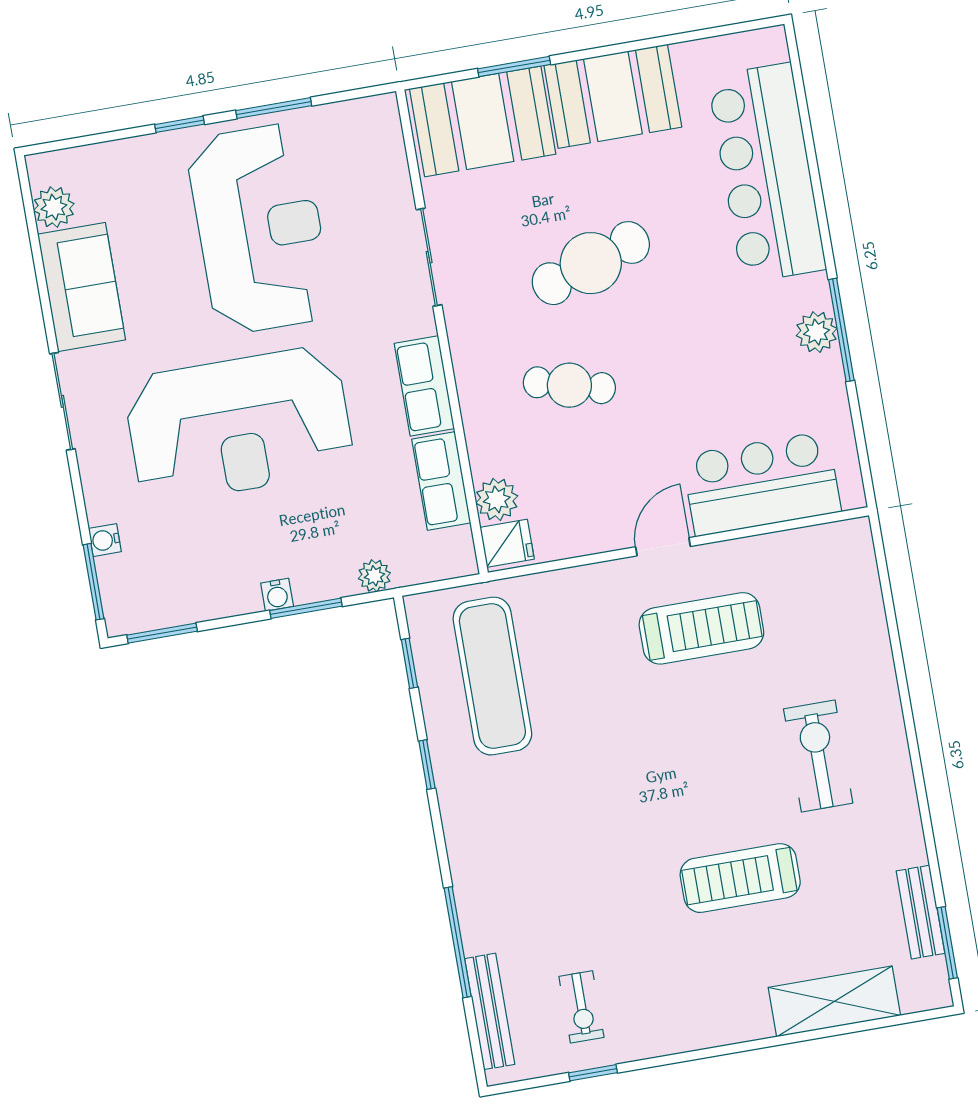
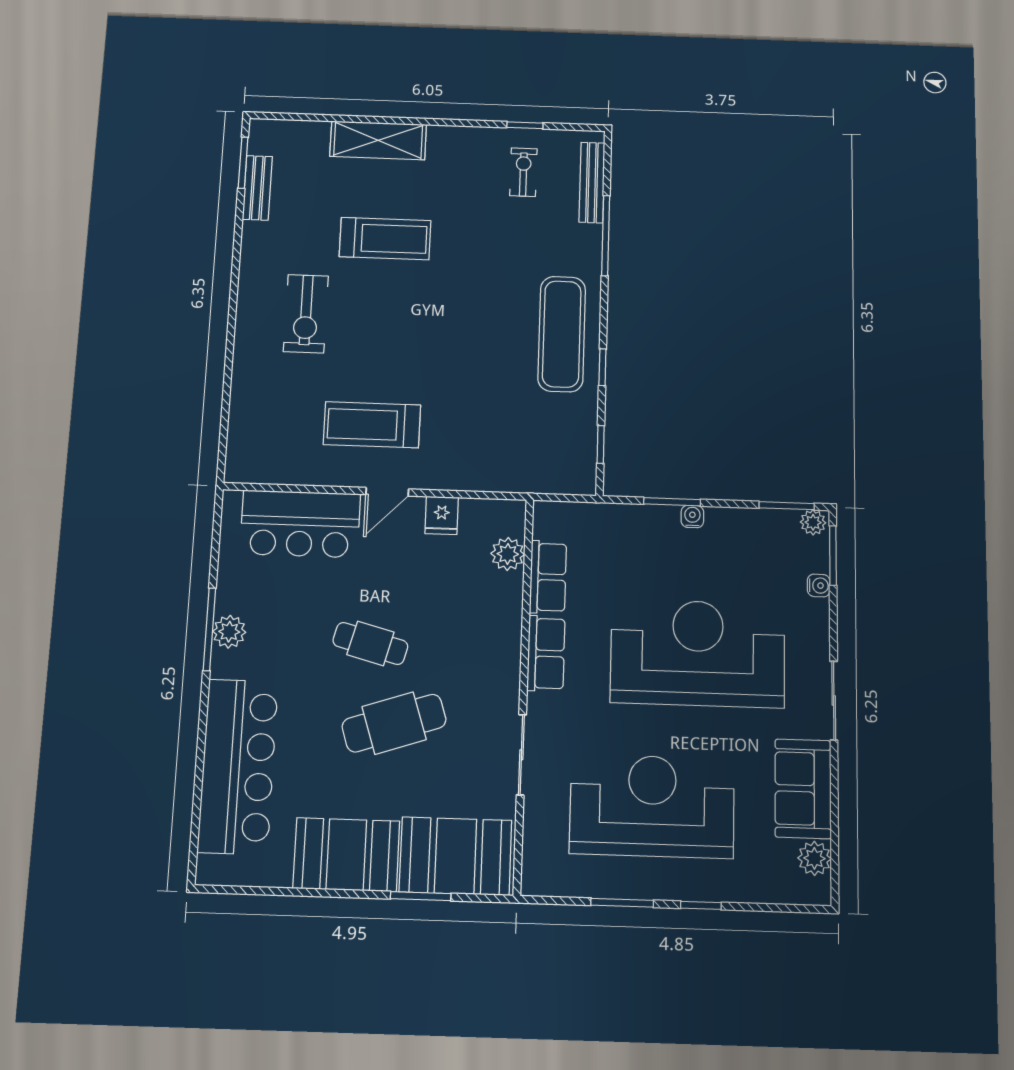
reception desk: (260, 229) -> (652, 806), turned 90
cafe table: (569, 385) -> (370, 643), moved
fridge: (507, 543) -> (442, 515), moved, turned -90
plant: (374, 576) -> (813, 522), moved
exercise mat: (492, 676) -> (562, 334), moved
shelving: (834, 1001) -> (378, 140), moved

